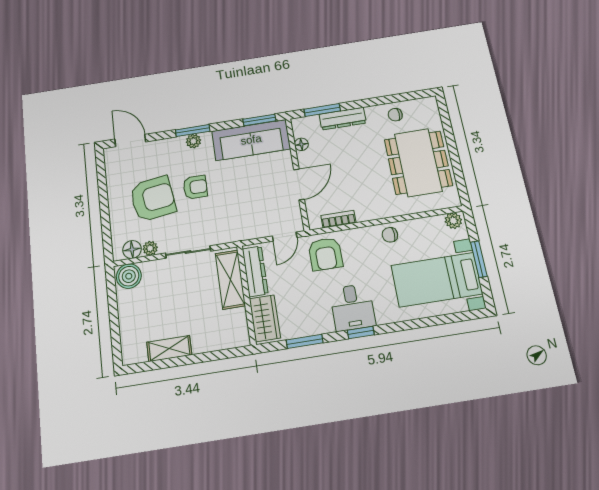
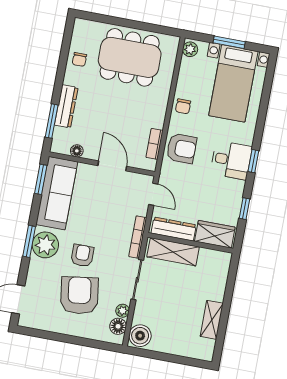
plant: (193, 141) -> (45, 245), width x1.88, depth x1.88
bookcase: (234, 236) -> (138, 237), added
armchair: (325, 254) -> (181, 148), moved
window: (305, 341) -> (245, 209), width x0.67

